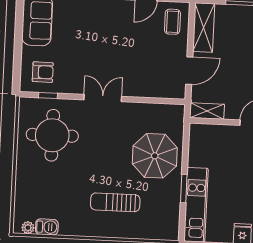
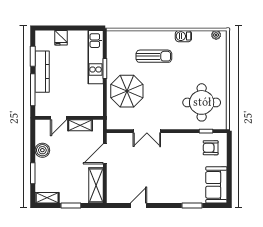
coffee table: (172, 22) -> (119, 189), removed
double door: (103, 98) -> (147, 131), moved
shelving: (207, 111) -> (80, 125), moved
barbecue: (47, 227) -> (183, 36), moved

